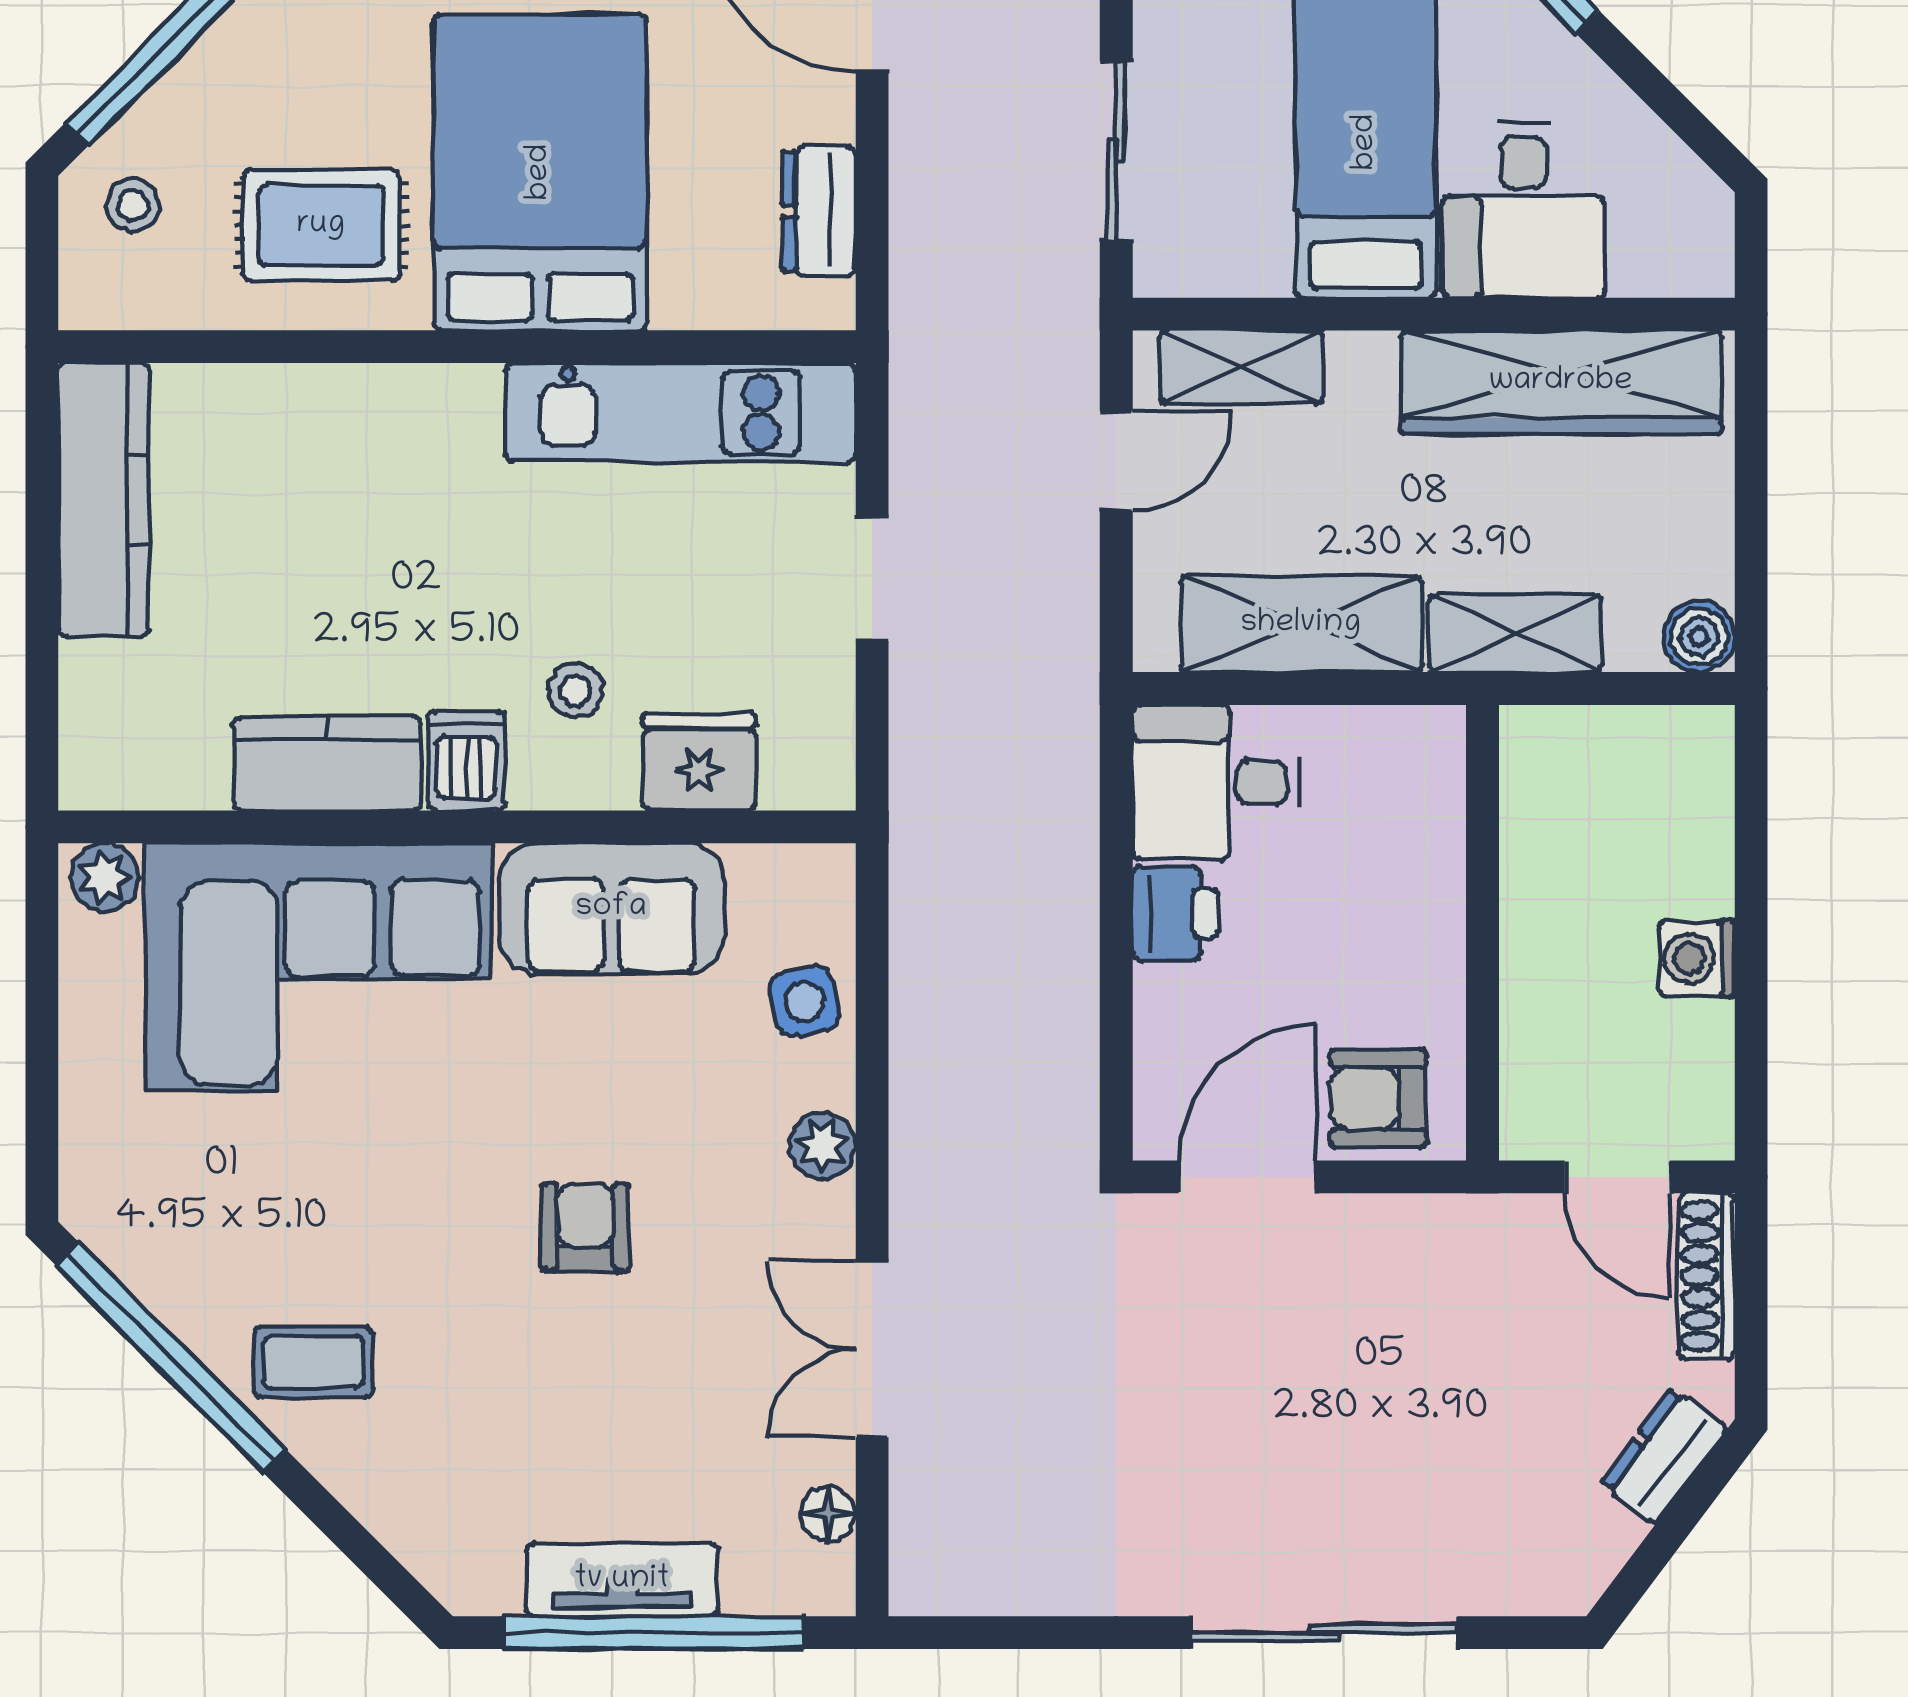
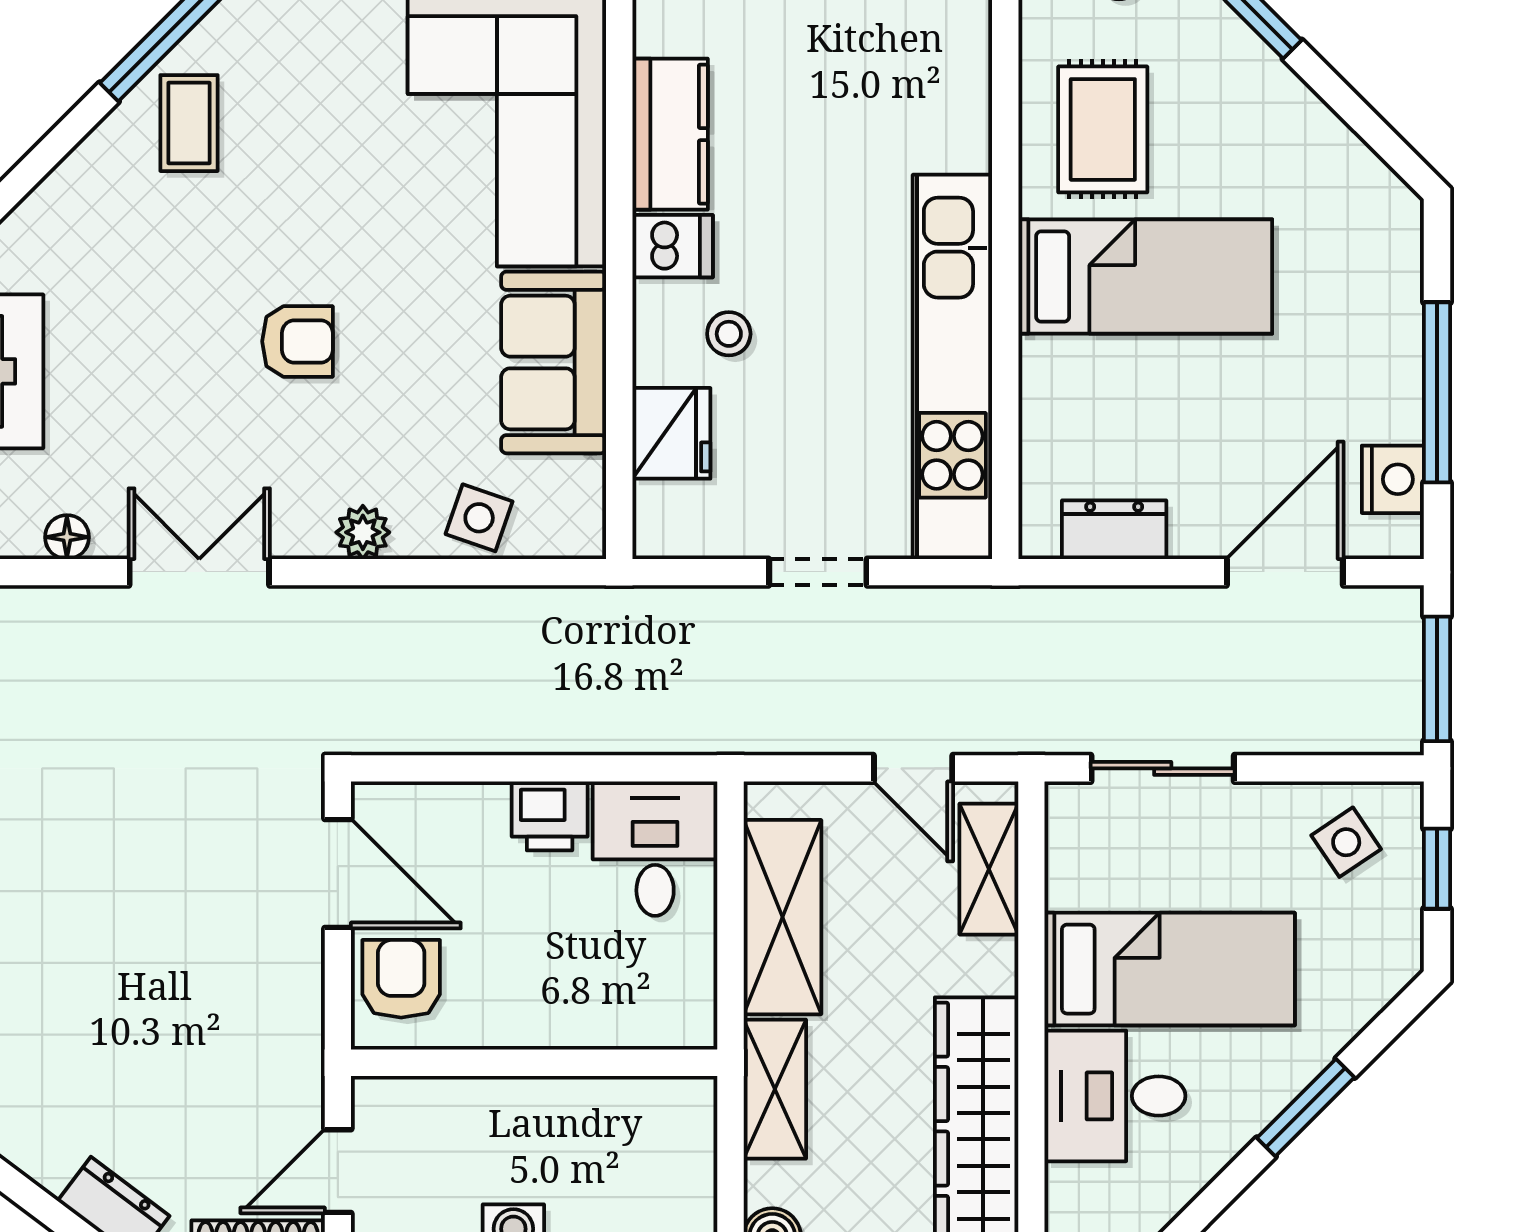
bed: (540, 172) -> (1145, 276), width x0.67
kitchen unit: (680, 412) -> (952, 367), width x1.36
side table: (804, 1001) -> (479, 518), turned 32

